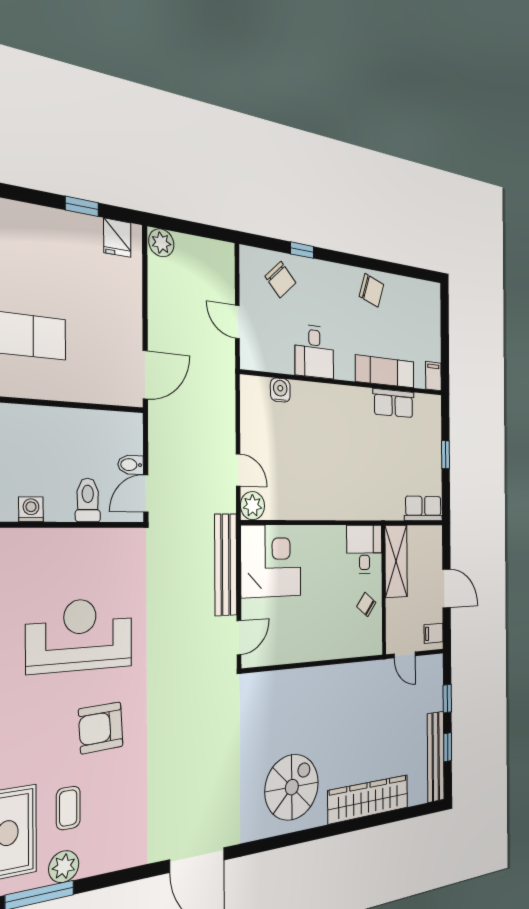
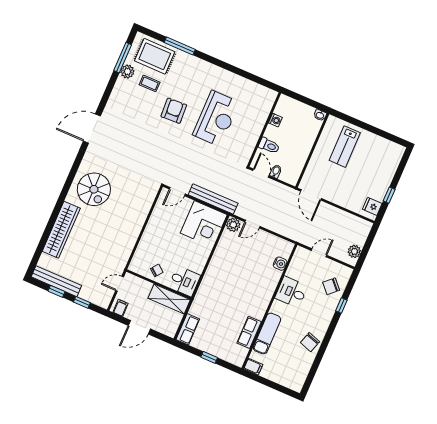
plant: (161, 243) -> (354, 251), moved
door: (239, 638) -> (177, 192), hinge flipped

